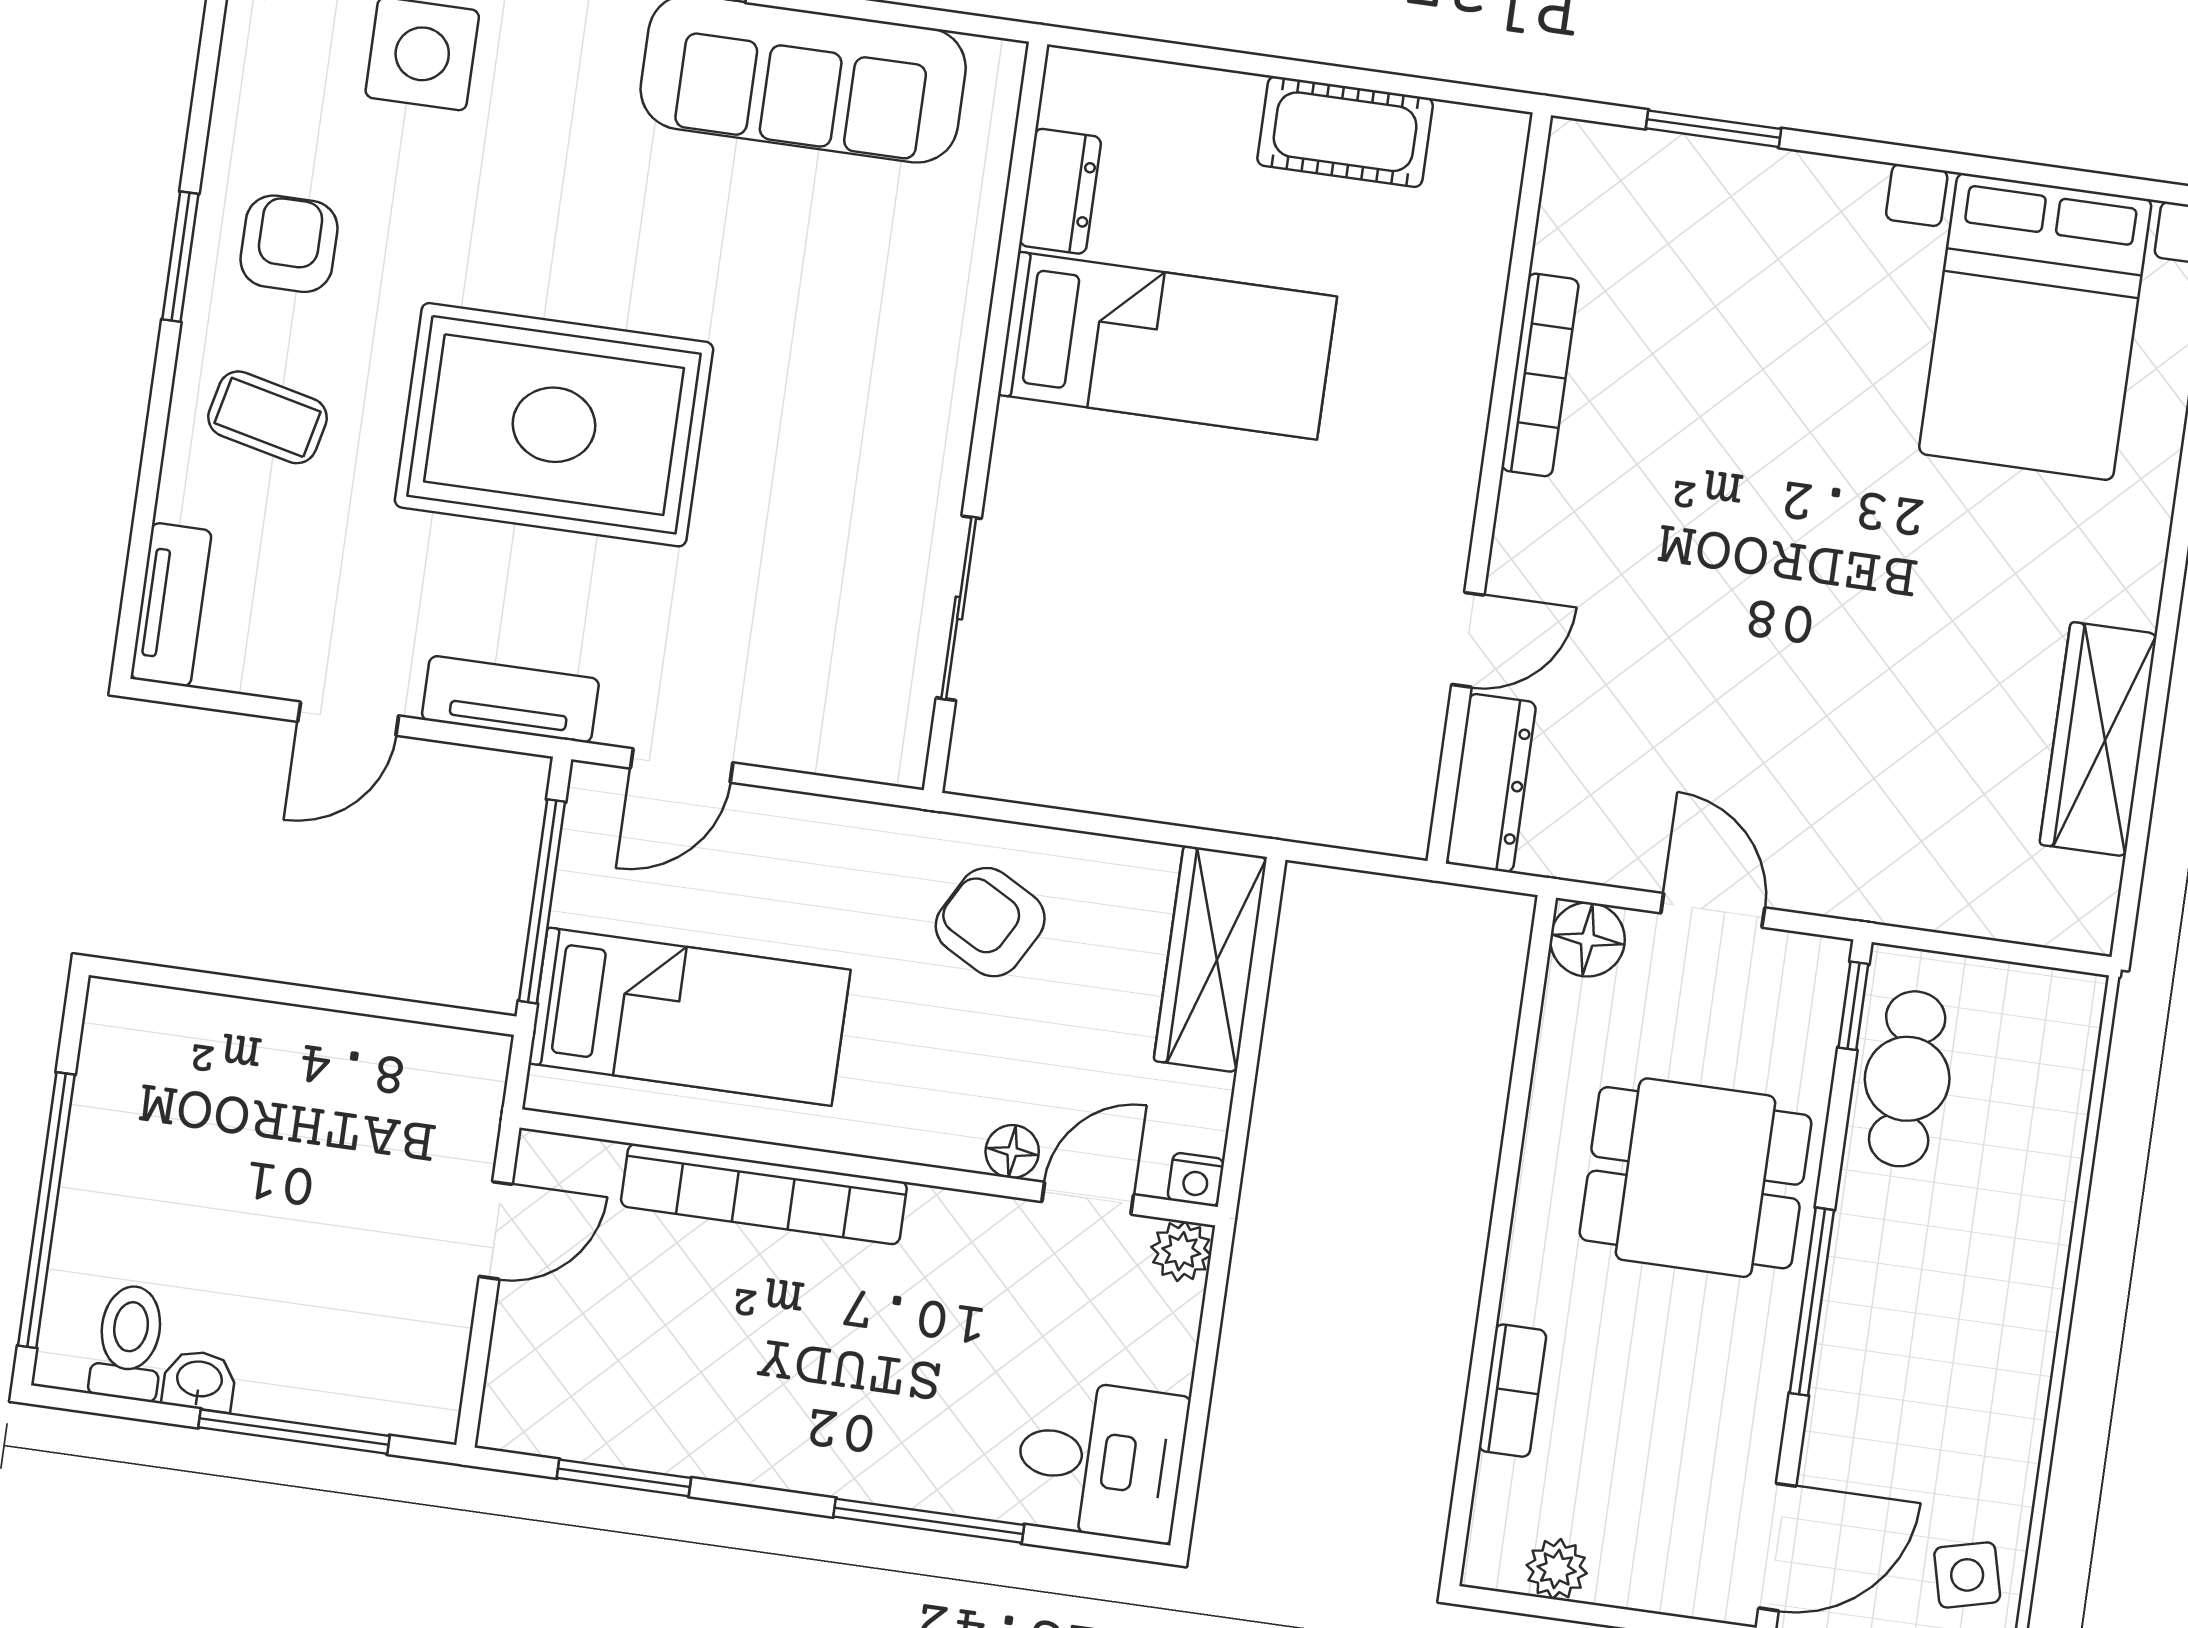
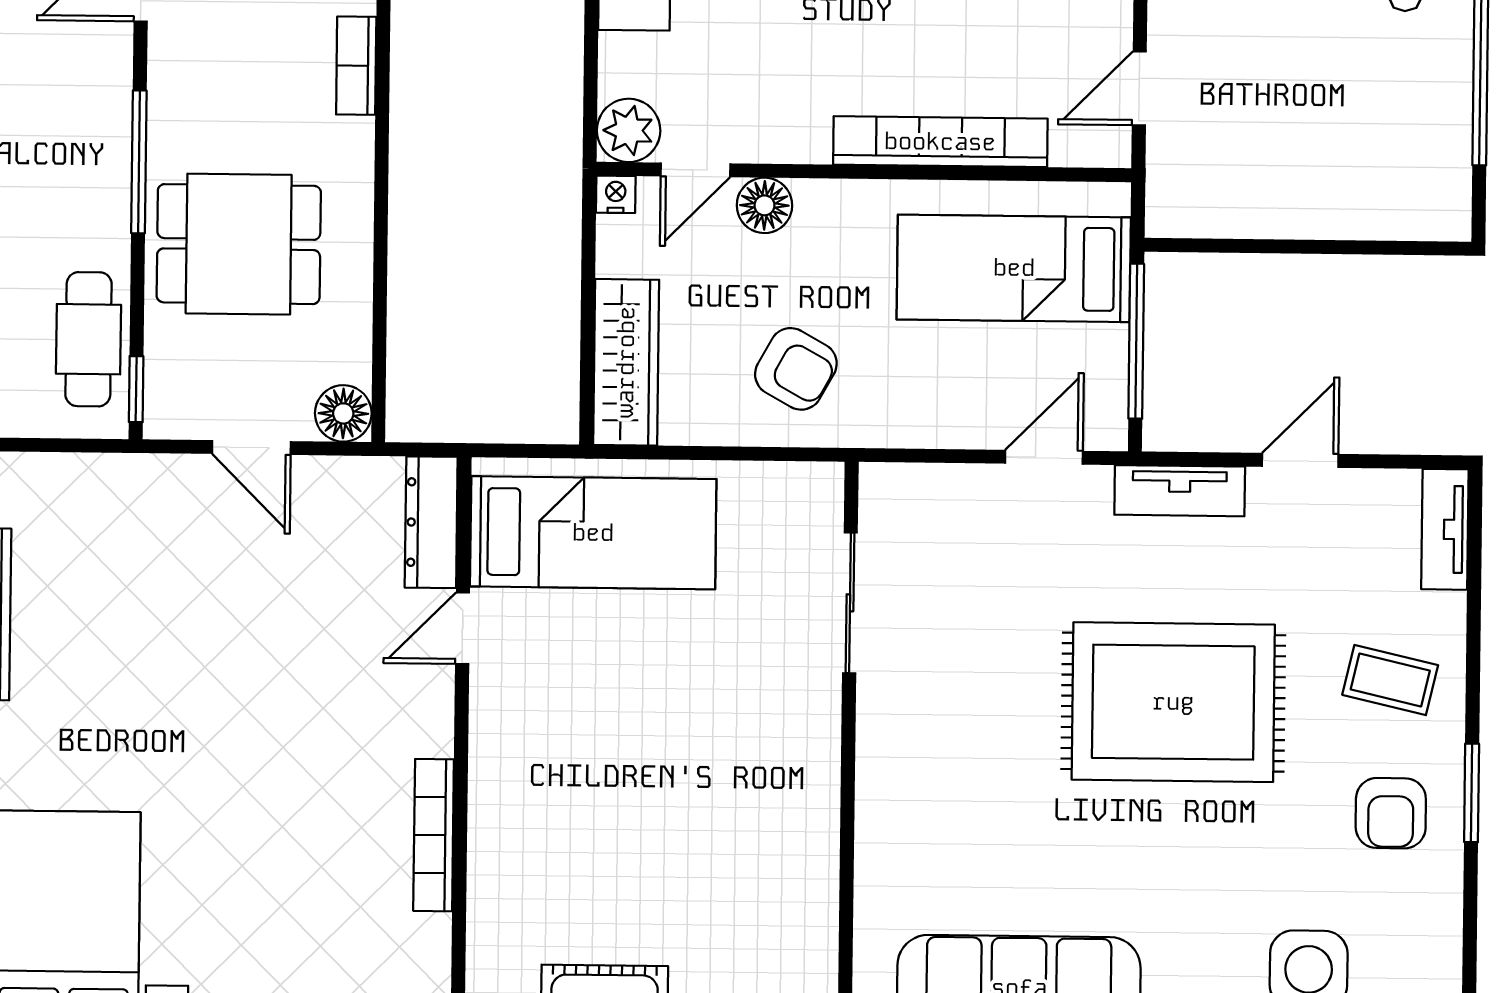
dresser: (1060, 191) -> (814, 927), removed
bed: (1168, 346) -> (593, 533), moved, turned 180
floor lamp: (1012, 1152) -> (764, 205), width x1.37, depth x1.37
plant: (1181, 1251) -> (629, 130), width x1.38, depth x1.38

